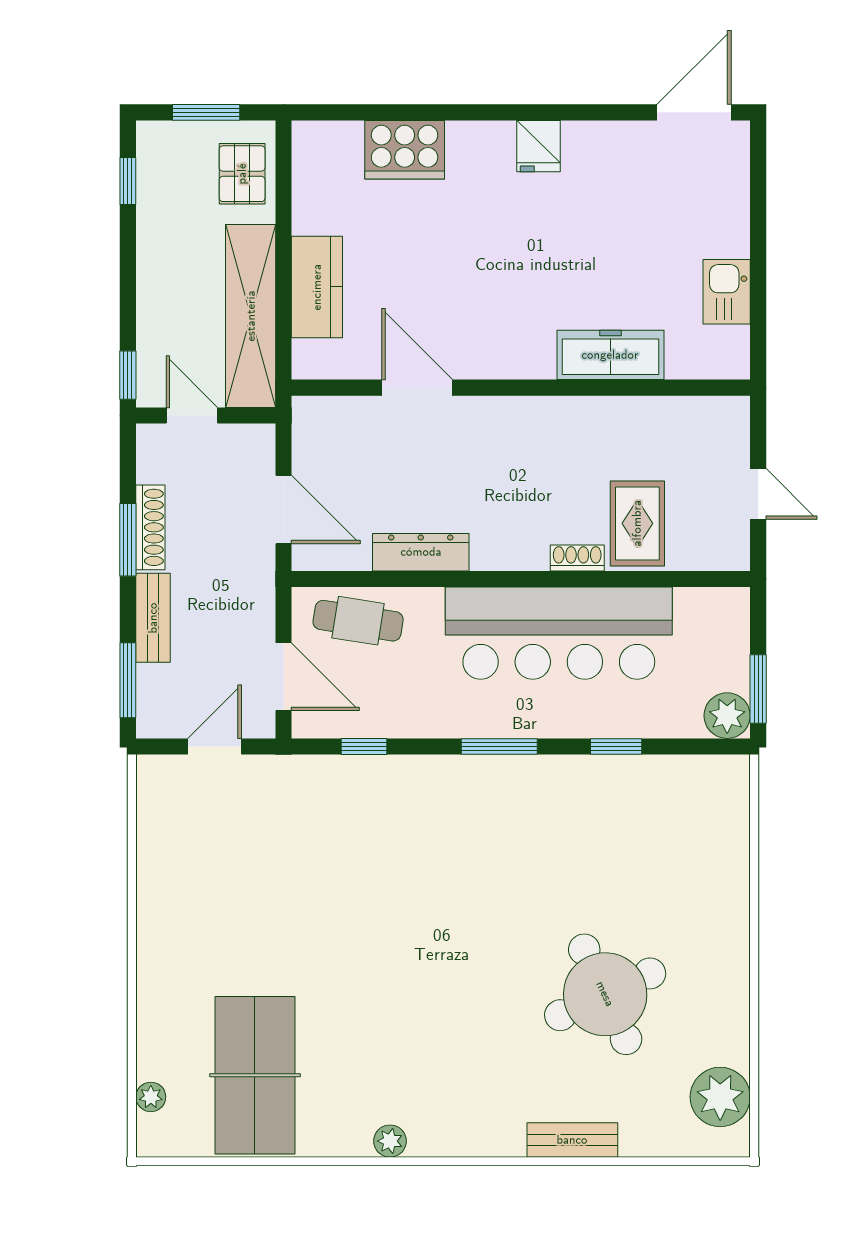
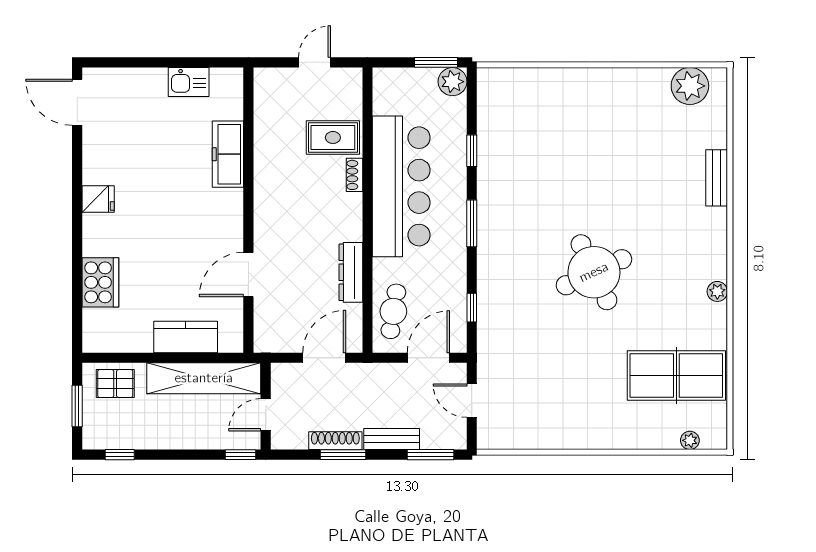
round table: (605, 994) -> (594, 272), moved

